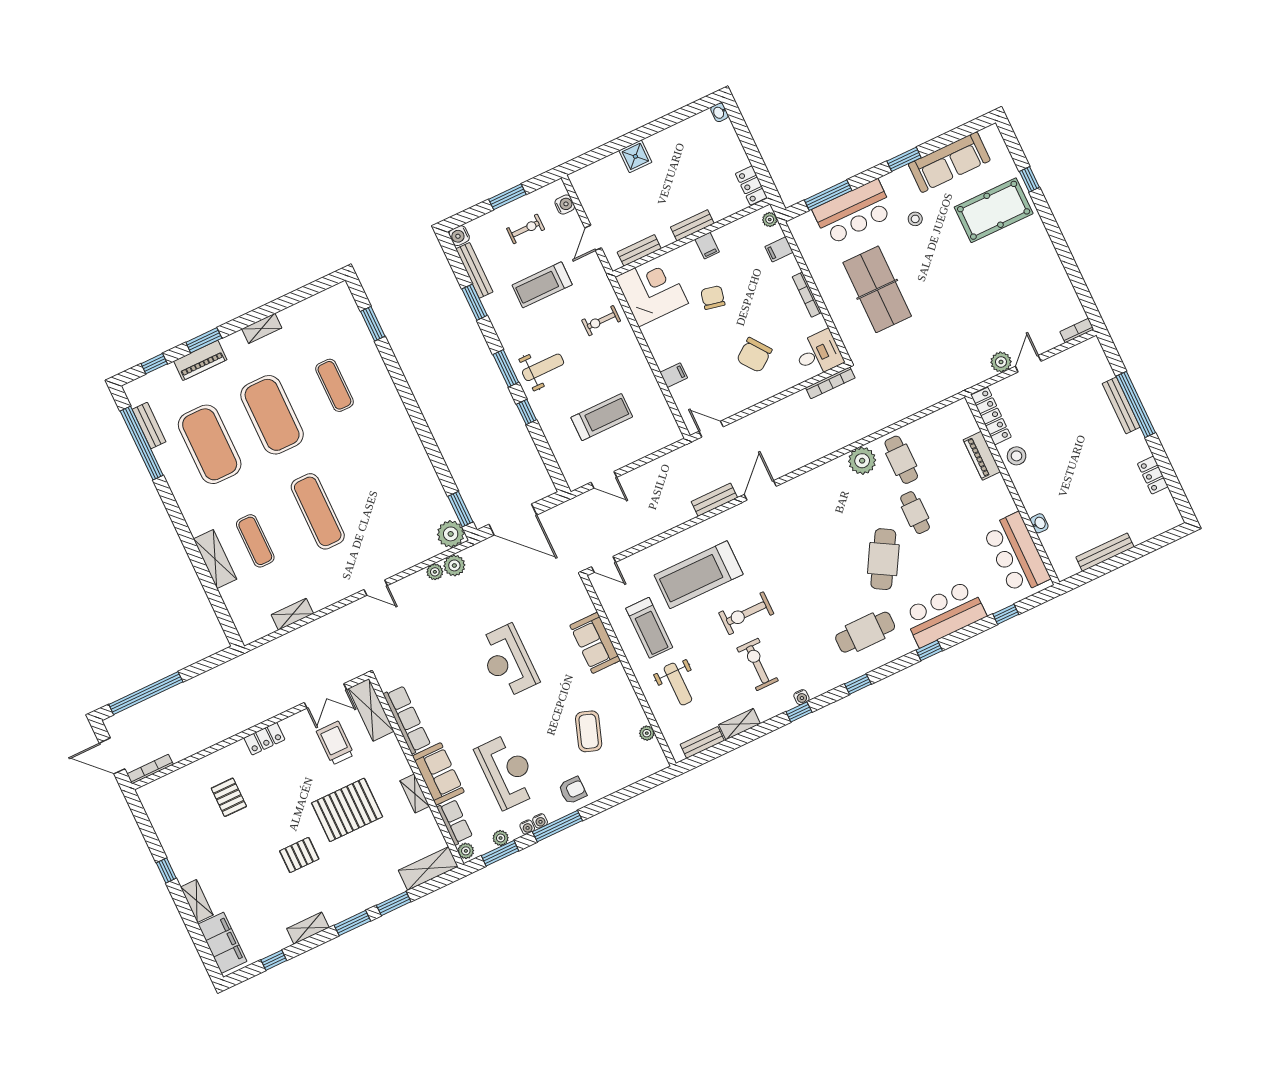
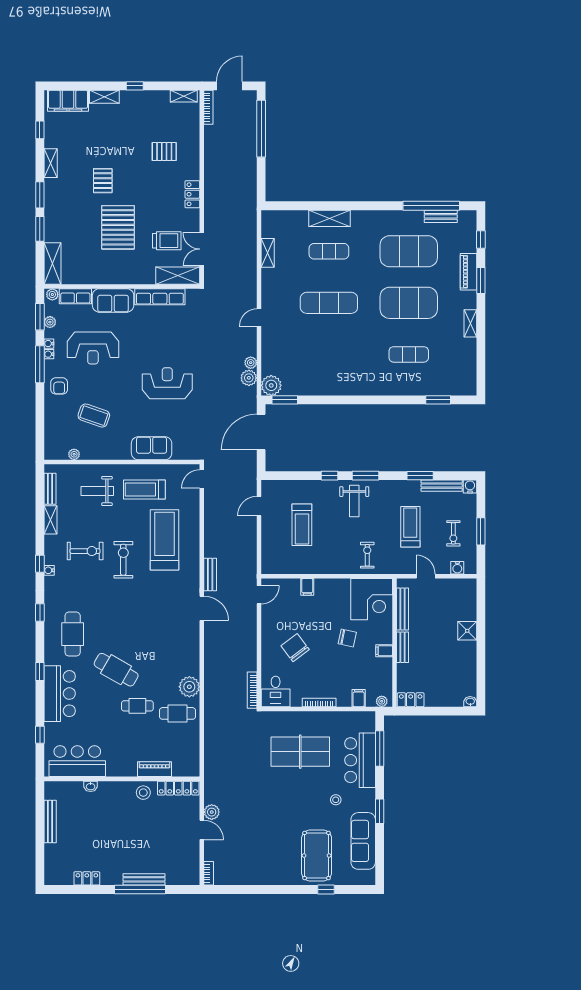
bench: (639, 250) -> (403, 609), width x1.36
shelving: (415, 793) -> (184, 96), moved

